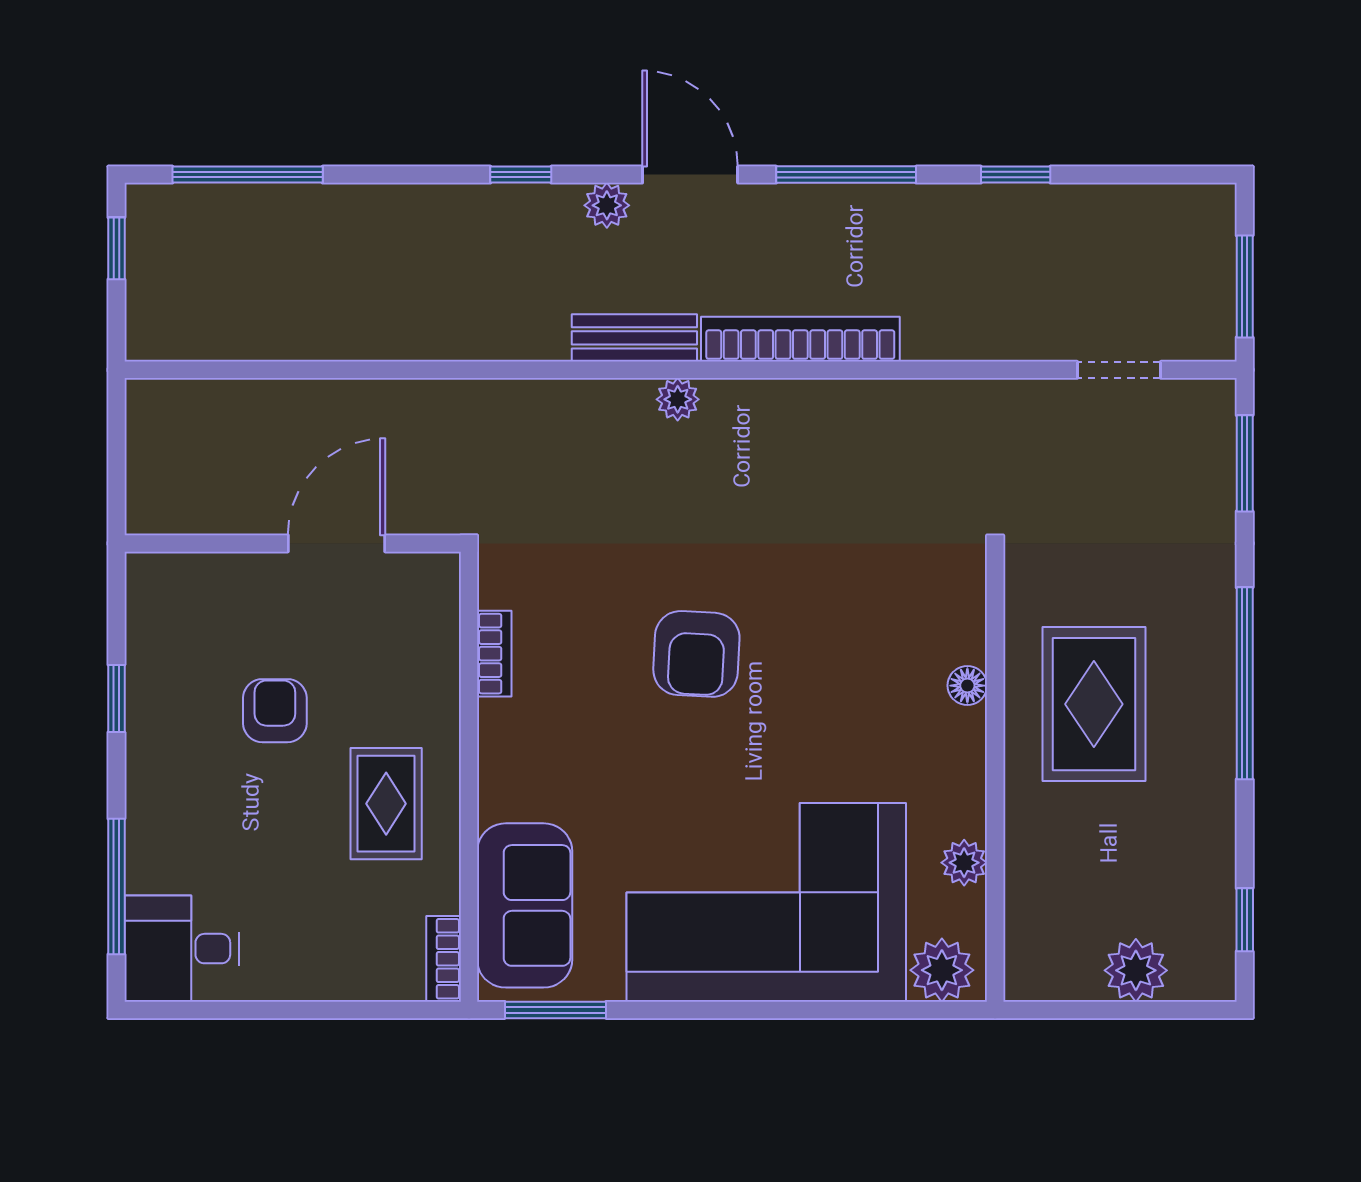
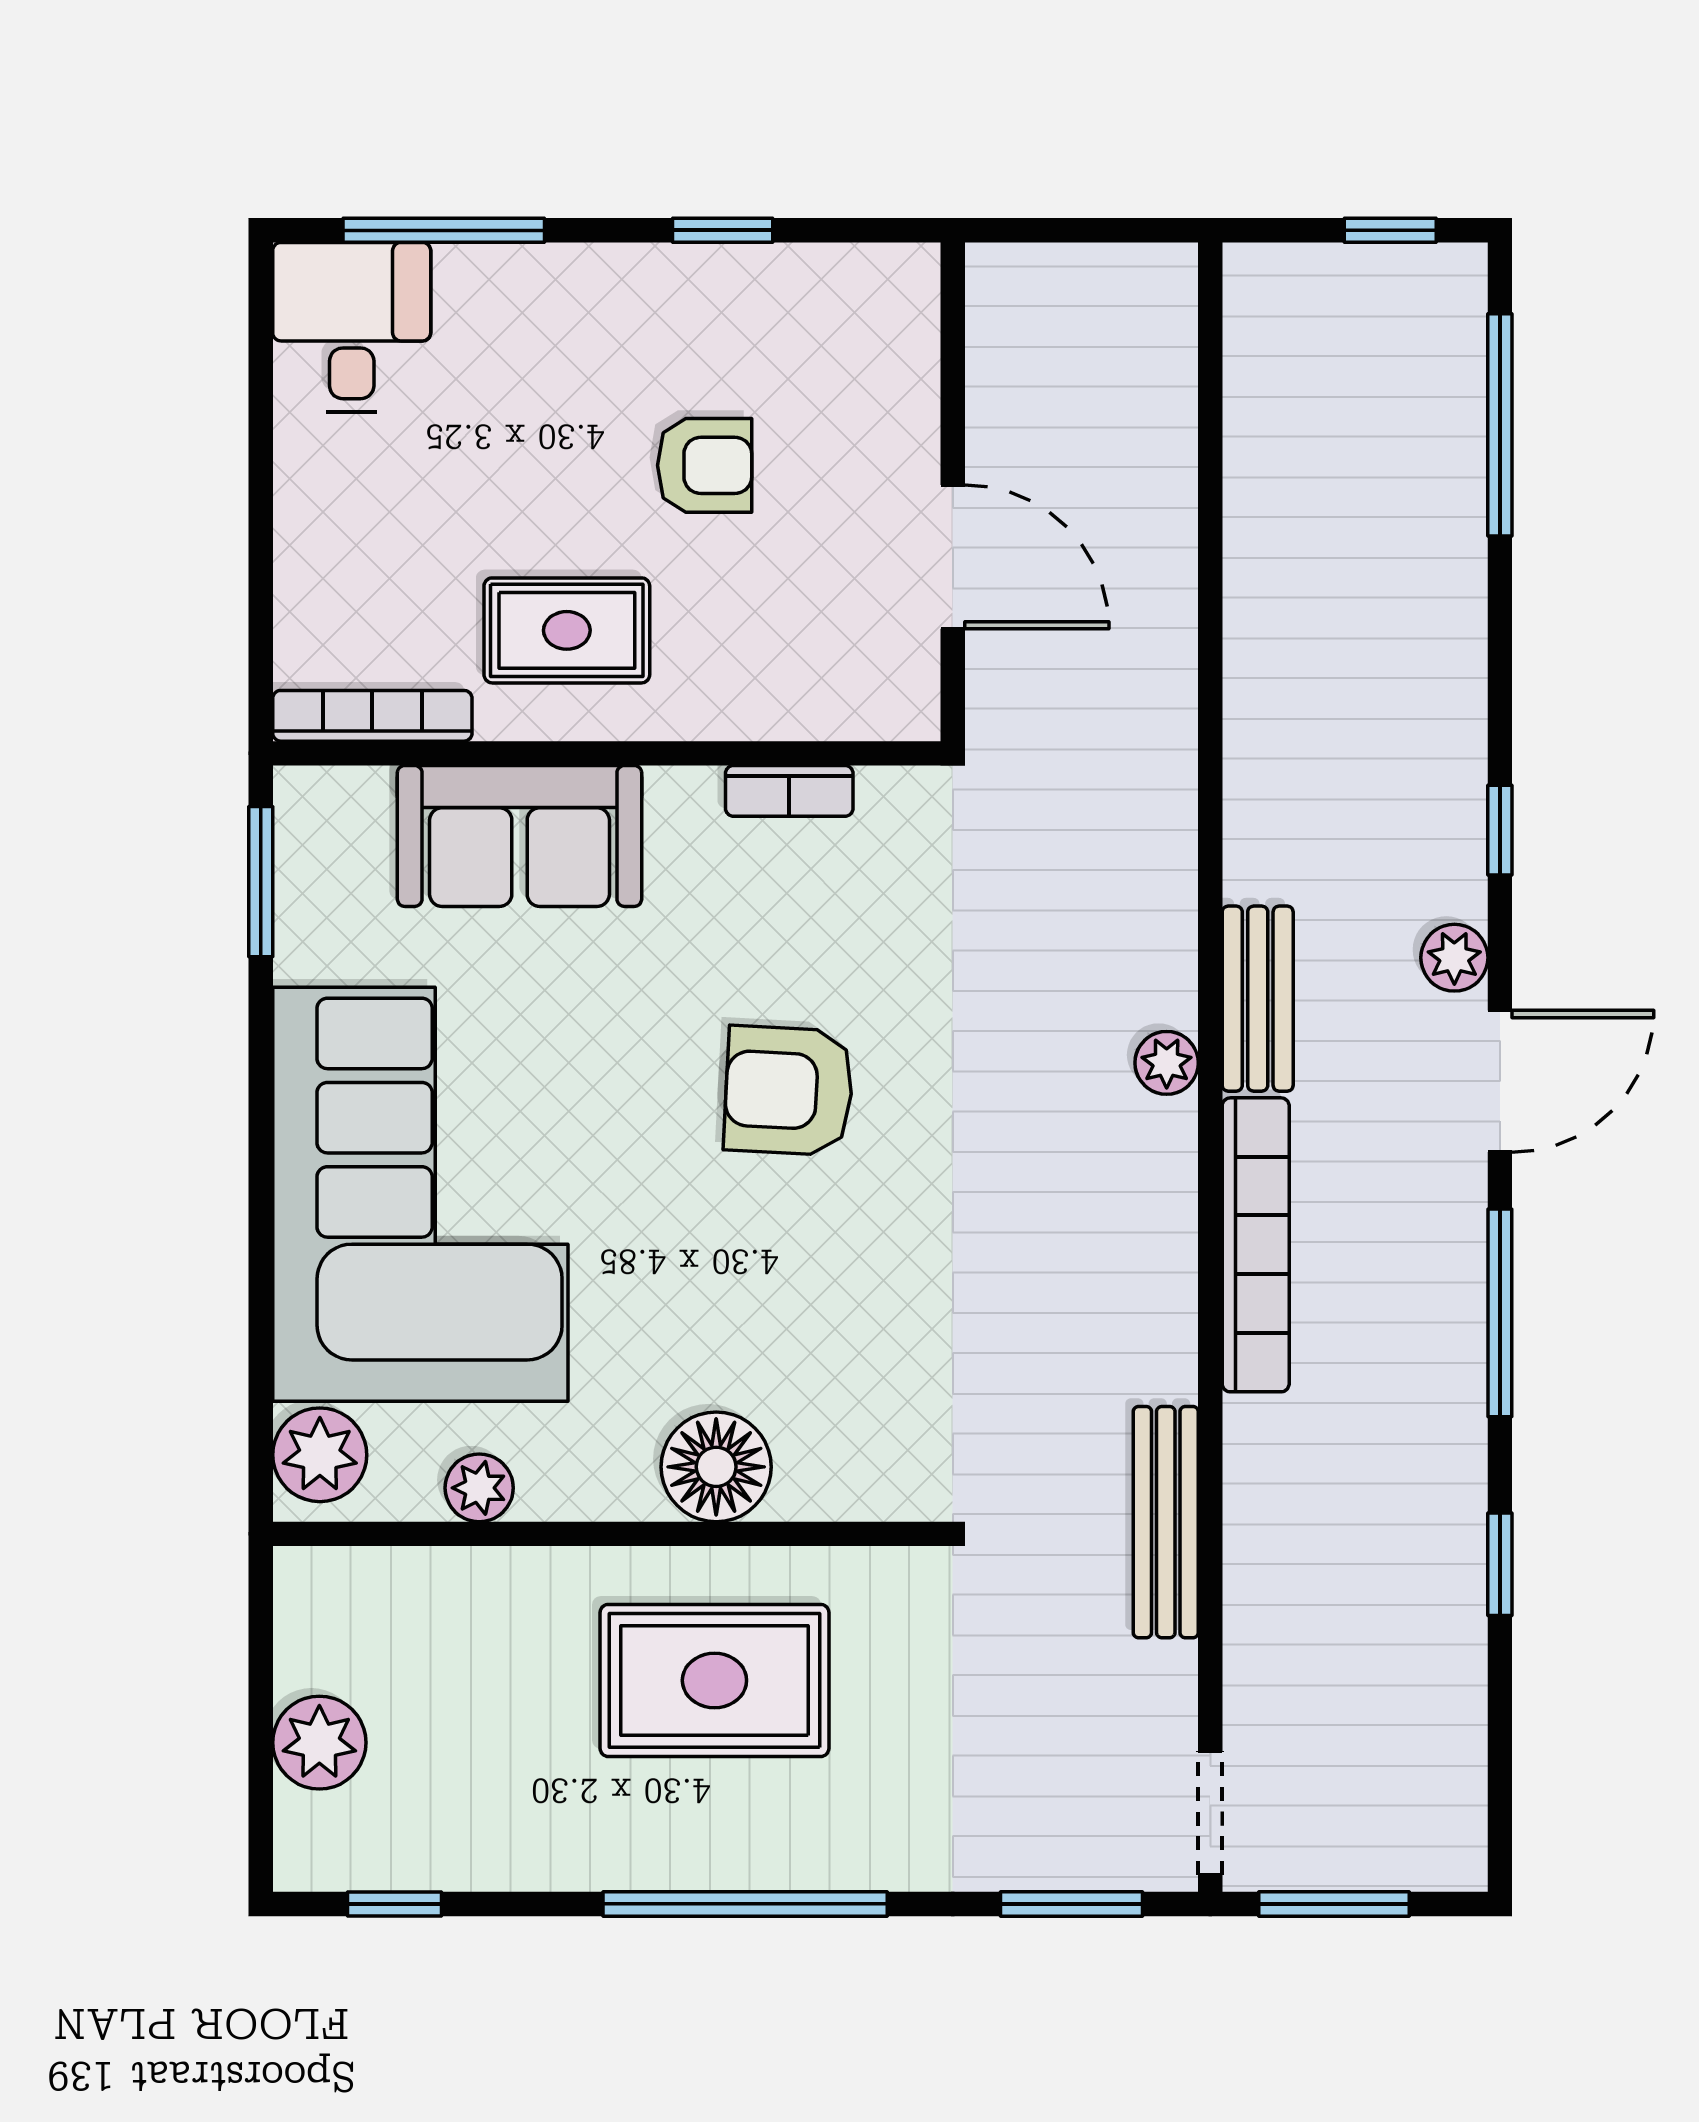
doorway: (1119, 370) -> (1210, 1813), moved
bench: (987, 400) -> (1166, 1522), added
floor lamp: (967, 686) -> (716, 1467), width x1.89, depth x1.89
sofa: (525, 905) -> (519, 836), moved
bookcase: (444, 959) -> (372, 716), width x1.56

